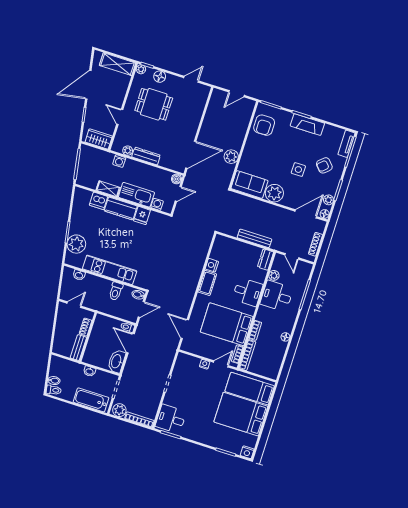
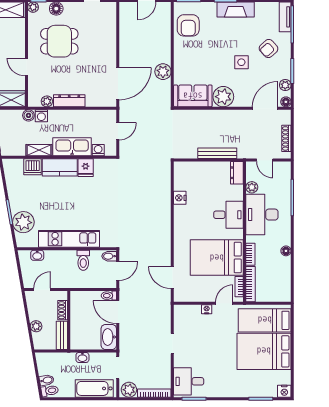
boiler: (177, 179) -> (28, 115), moved
cot: (207, 283) -> (181, 219), removed
desk: (277, 296) -> (262, 215), width x1.37
plant: (59, 333) -> (36, 326), added

